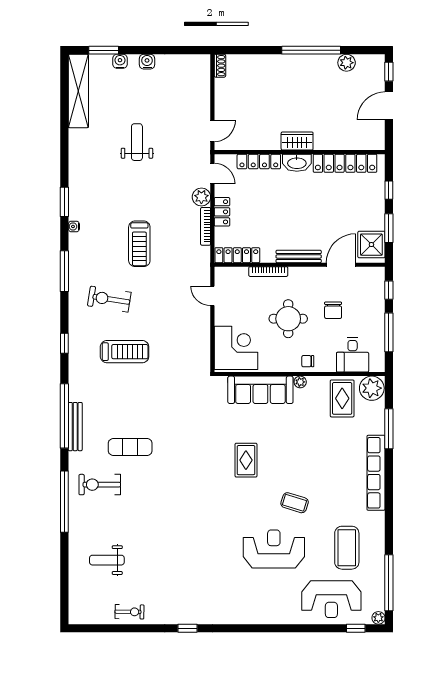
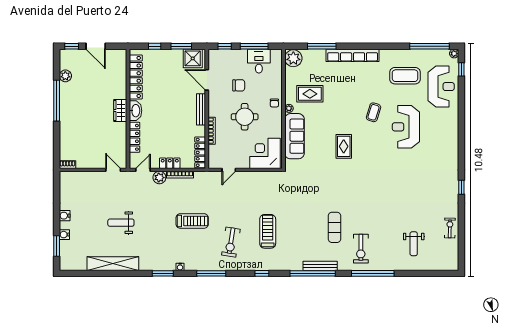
shelving: (78, 91) -> (113, 264), moved
desk: (353, 355) -> (259, 61), moved, turned -90
rug: (342, 398) -> (310, 94), moved
rug: (246, 460) -> (344, 146), turned 90

